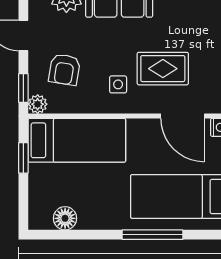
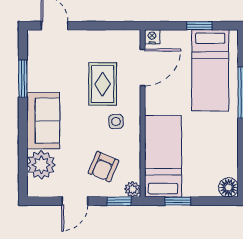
armchair: (64, 69) -> (103, 167), turned 104
floor lamp: (65, 218) -> (228, 187), moved

